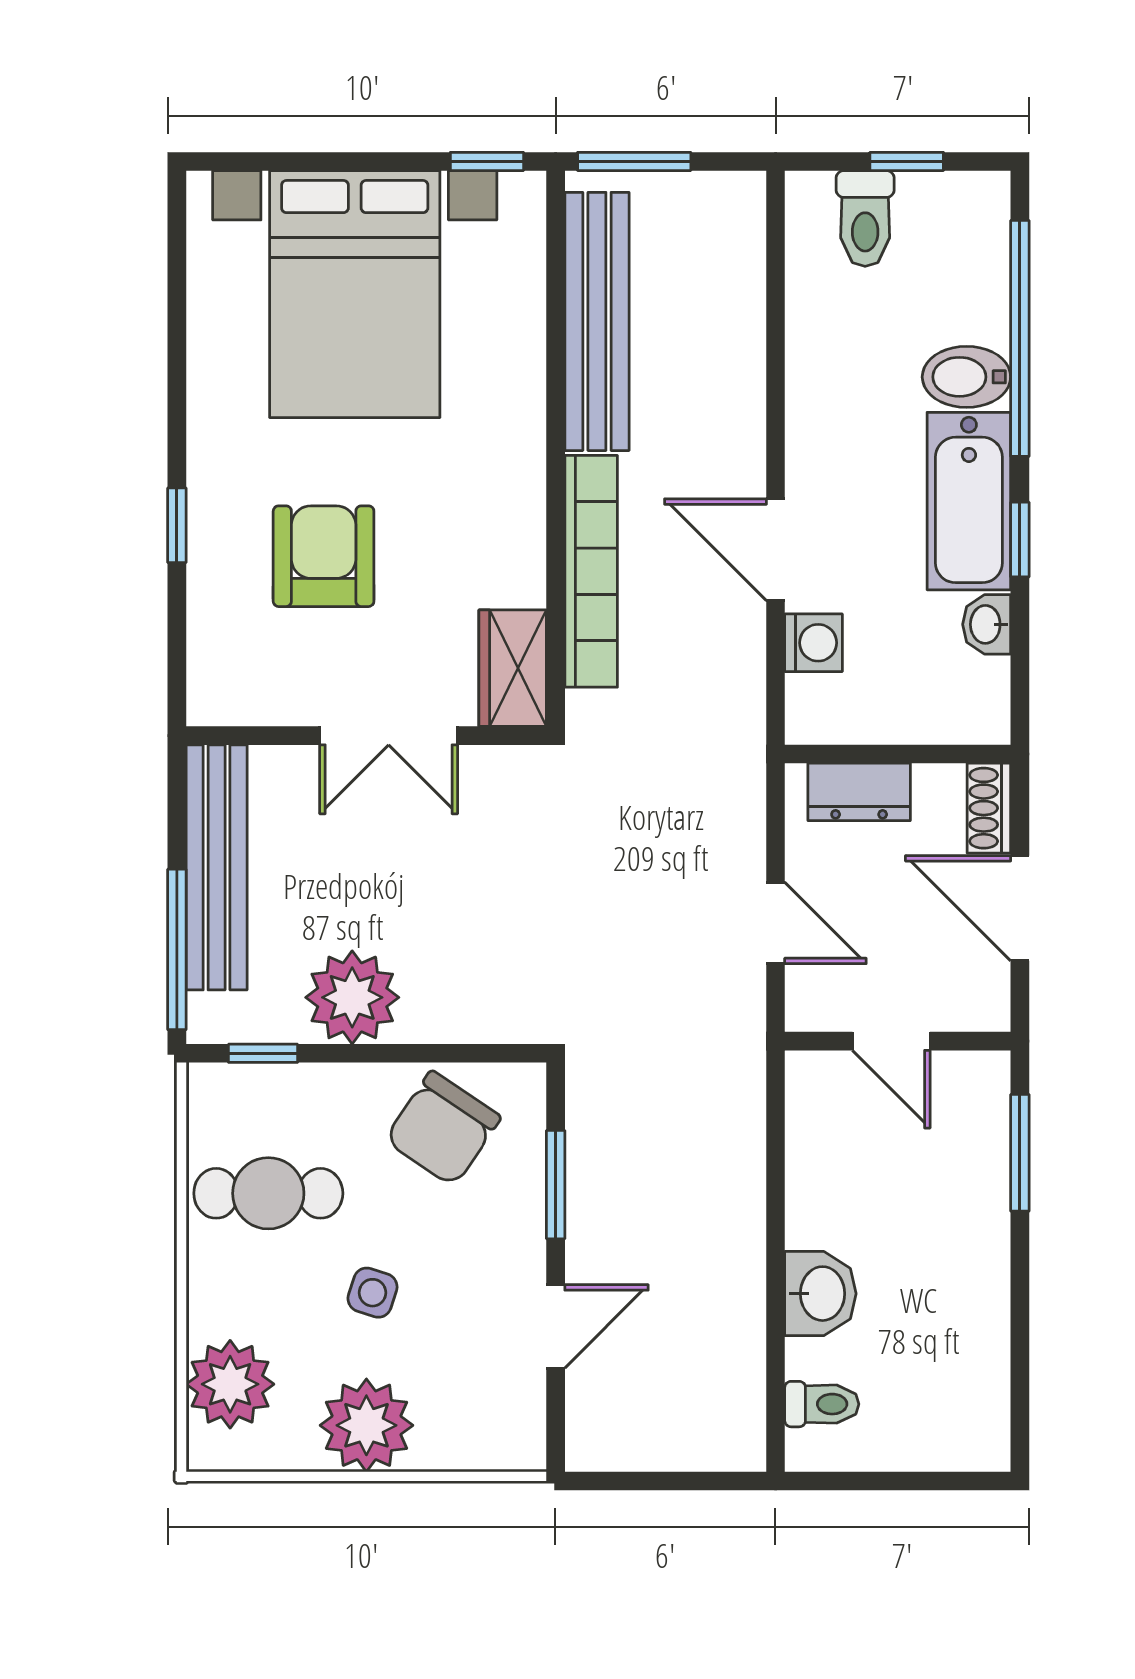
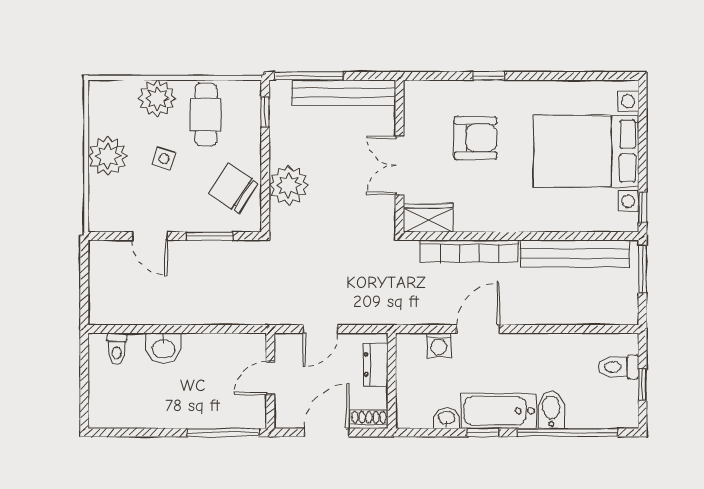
plant: (352, 997) -> (289, 185), moved
window: (1020, 1153) -> (223, 432), width x1.44
plant: (230, 1384) -> (157, 98), moved

